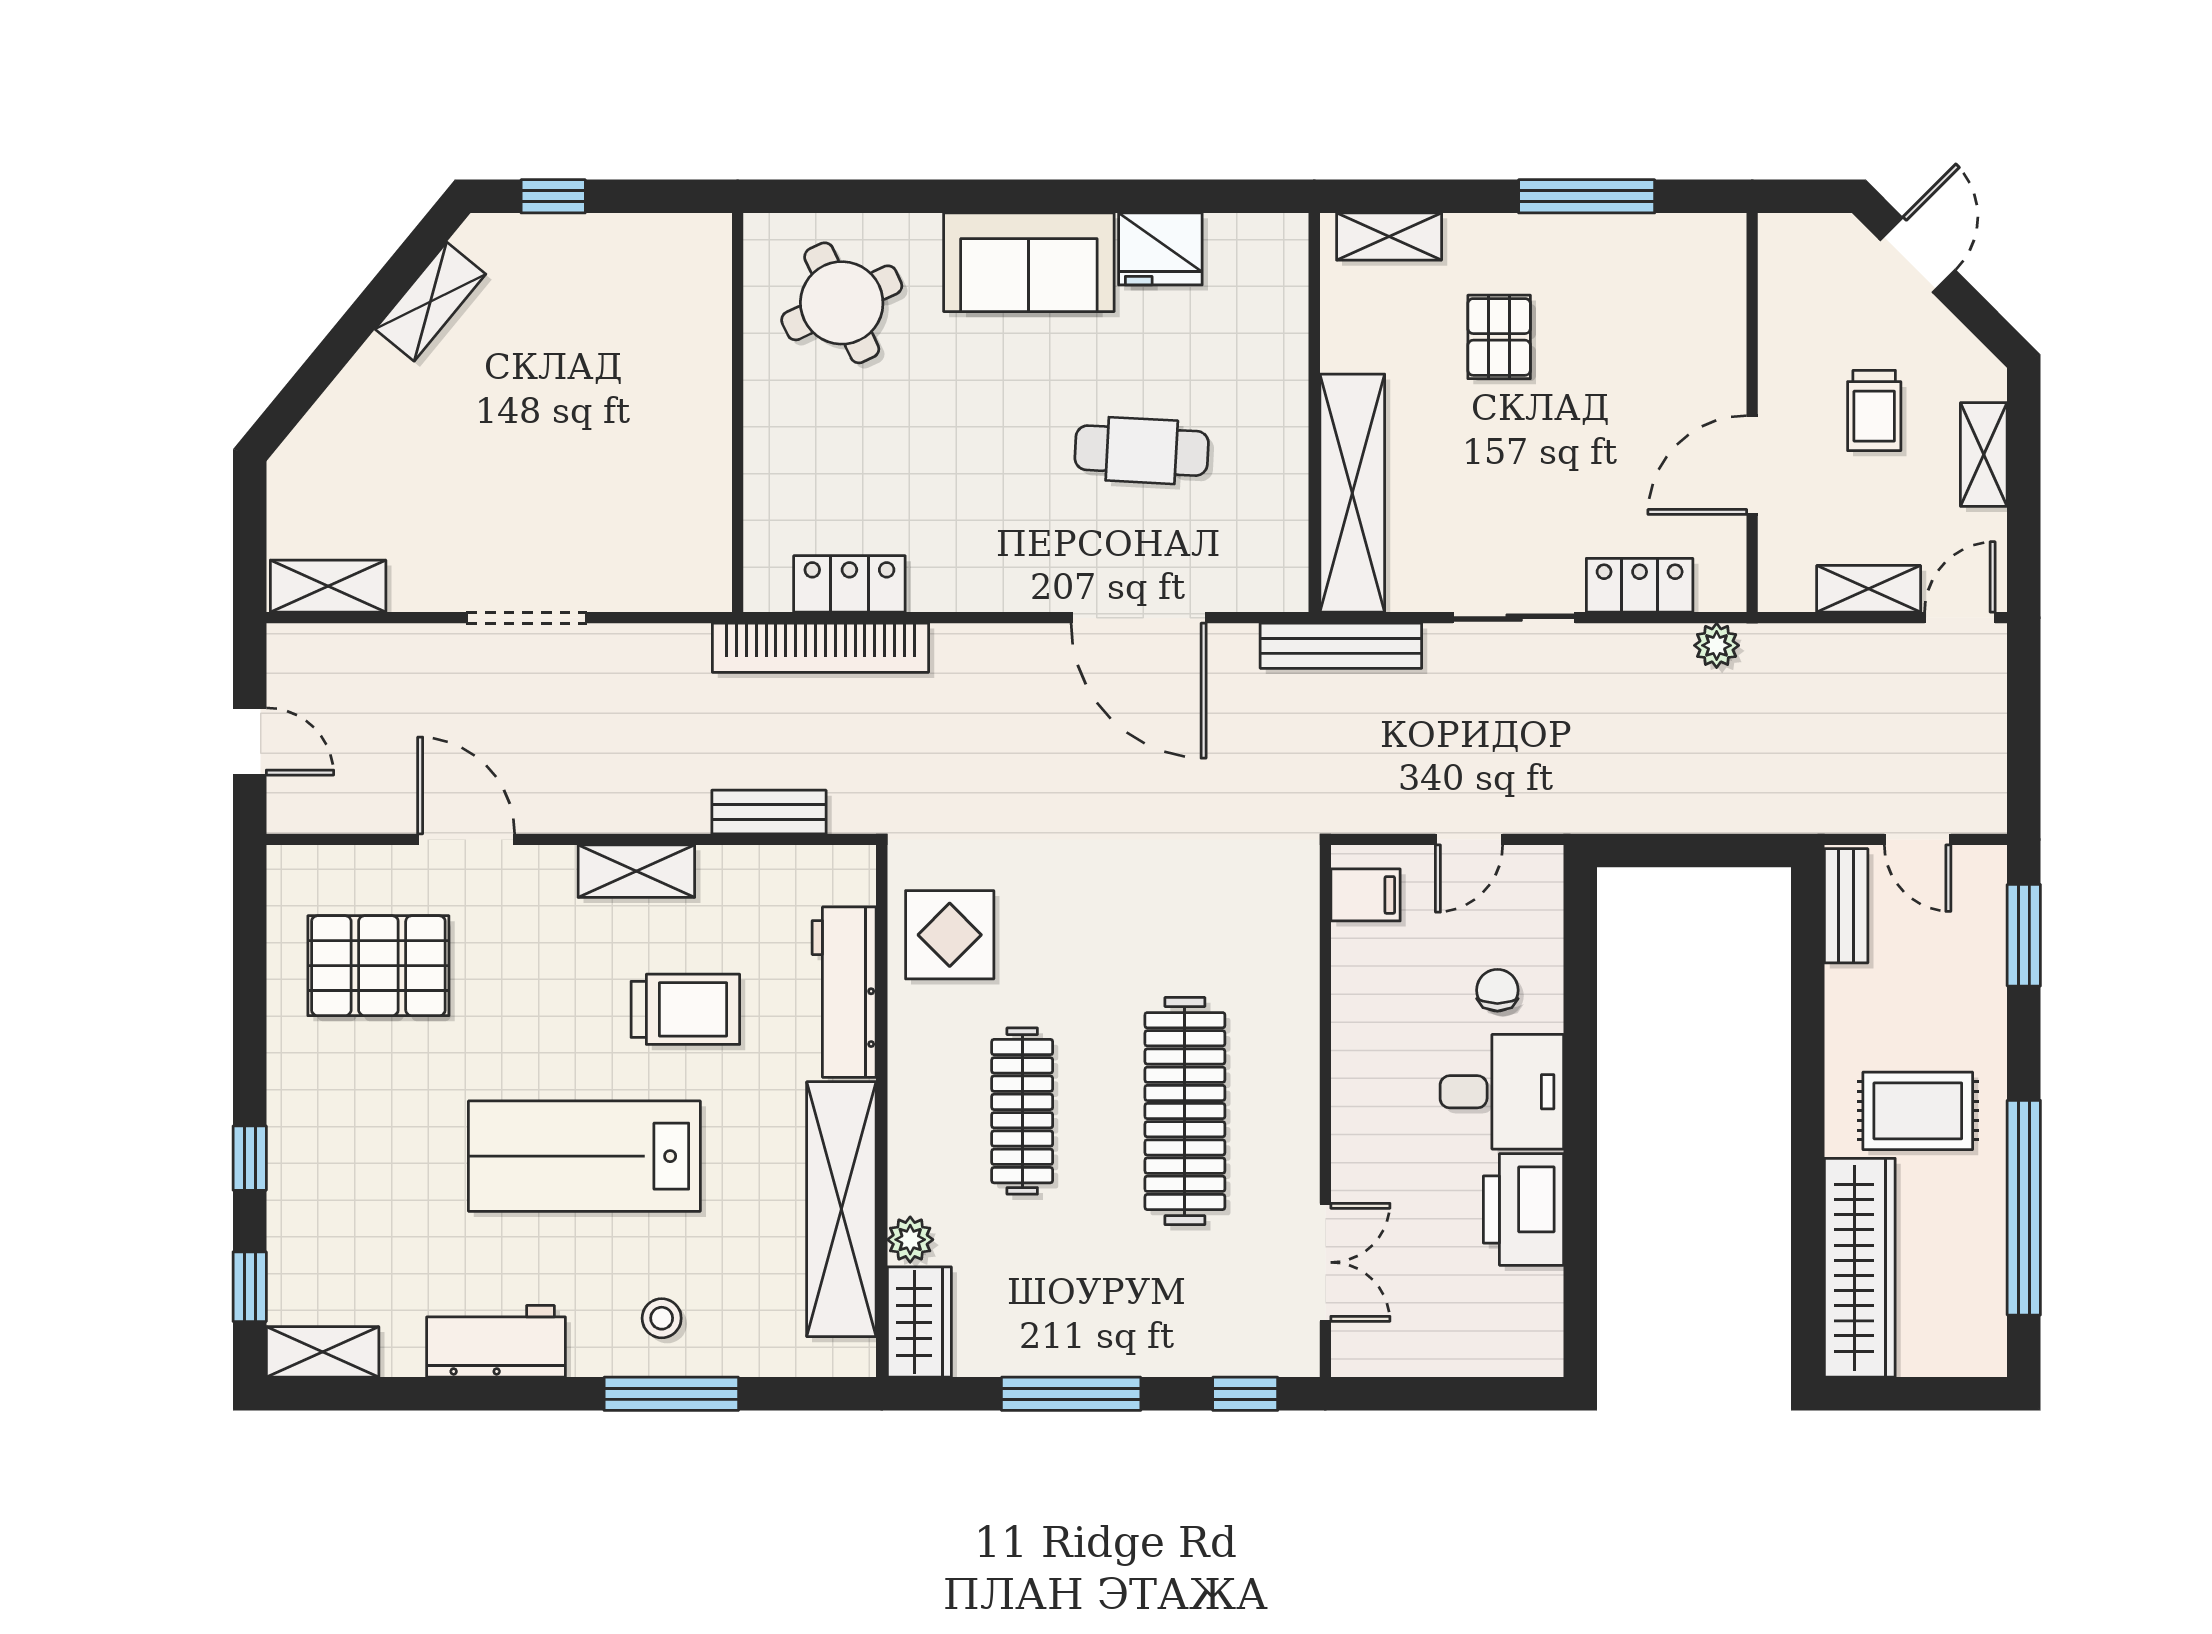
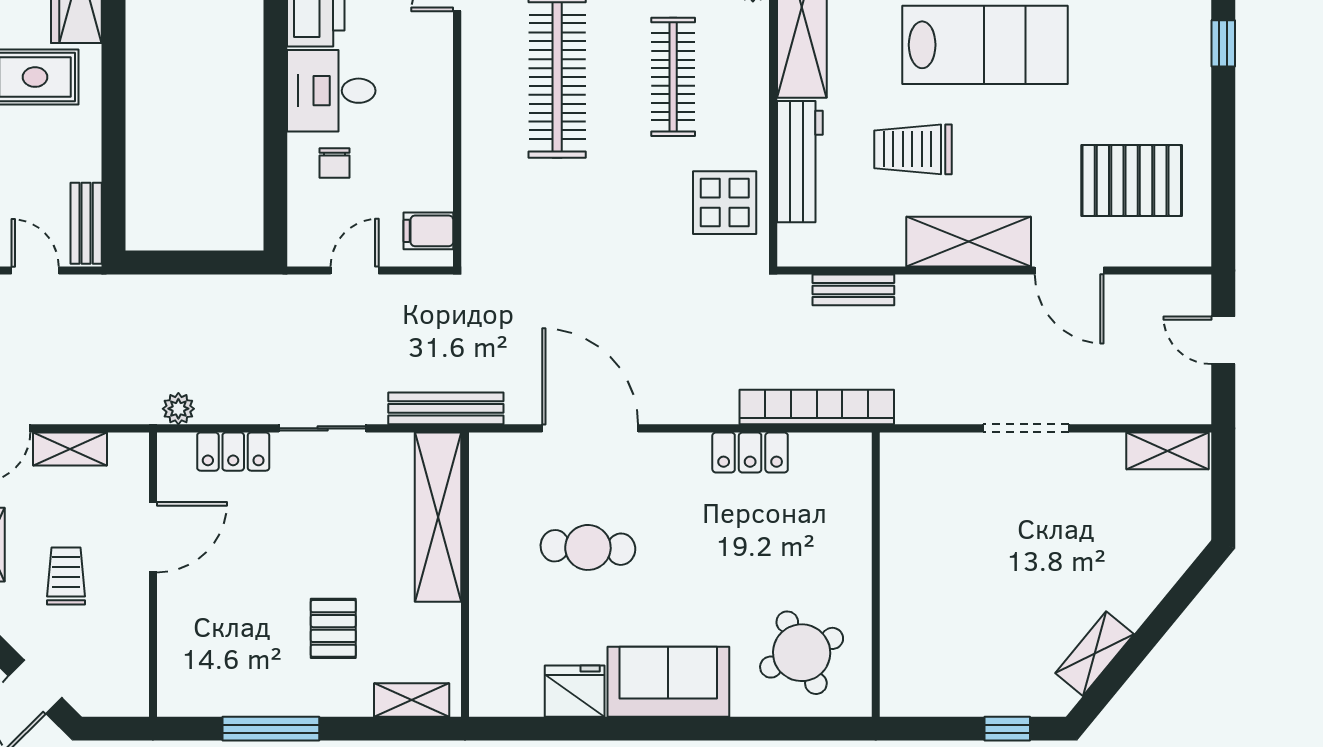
locker: (849, 584) -> (750, 452), moved
shelving: (636, 871) -> (969, 242), width x1.50, depth x1.33

